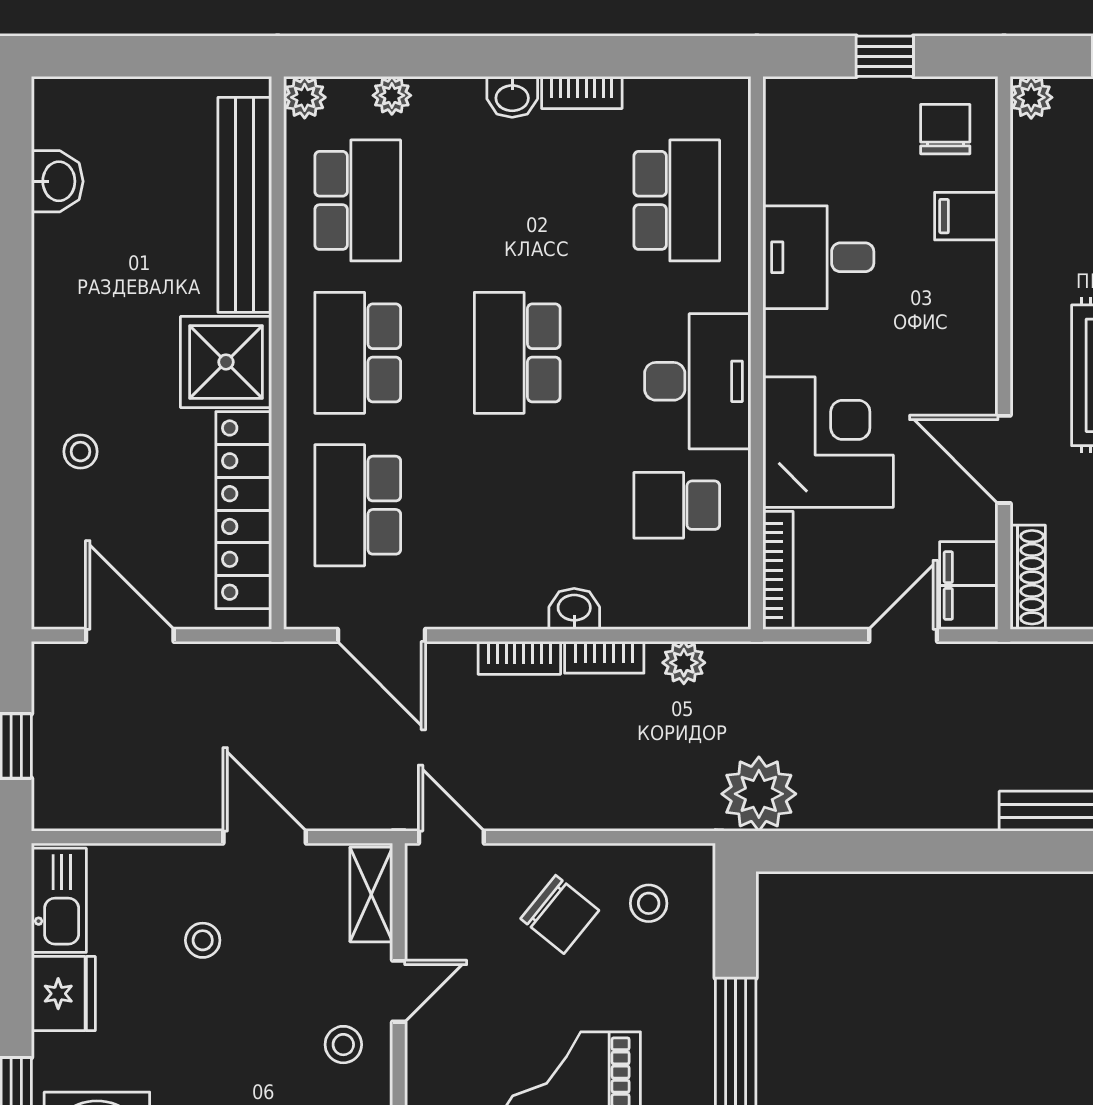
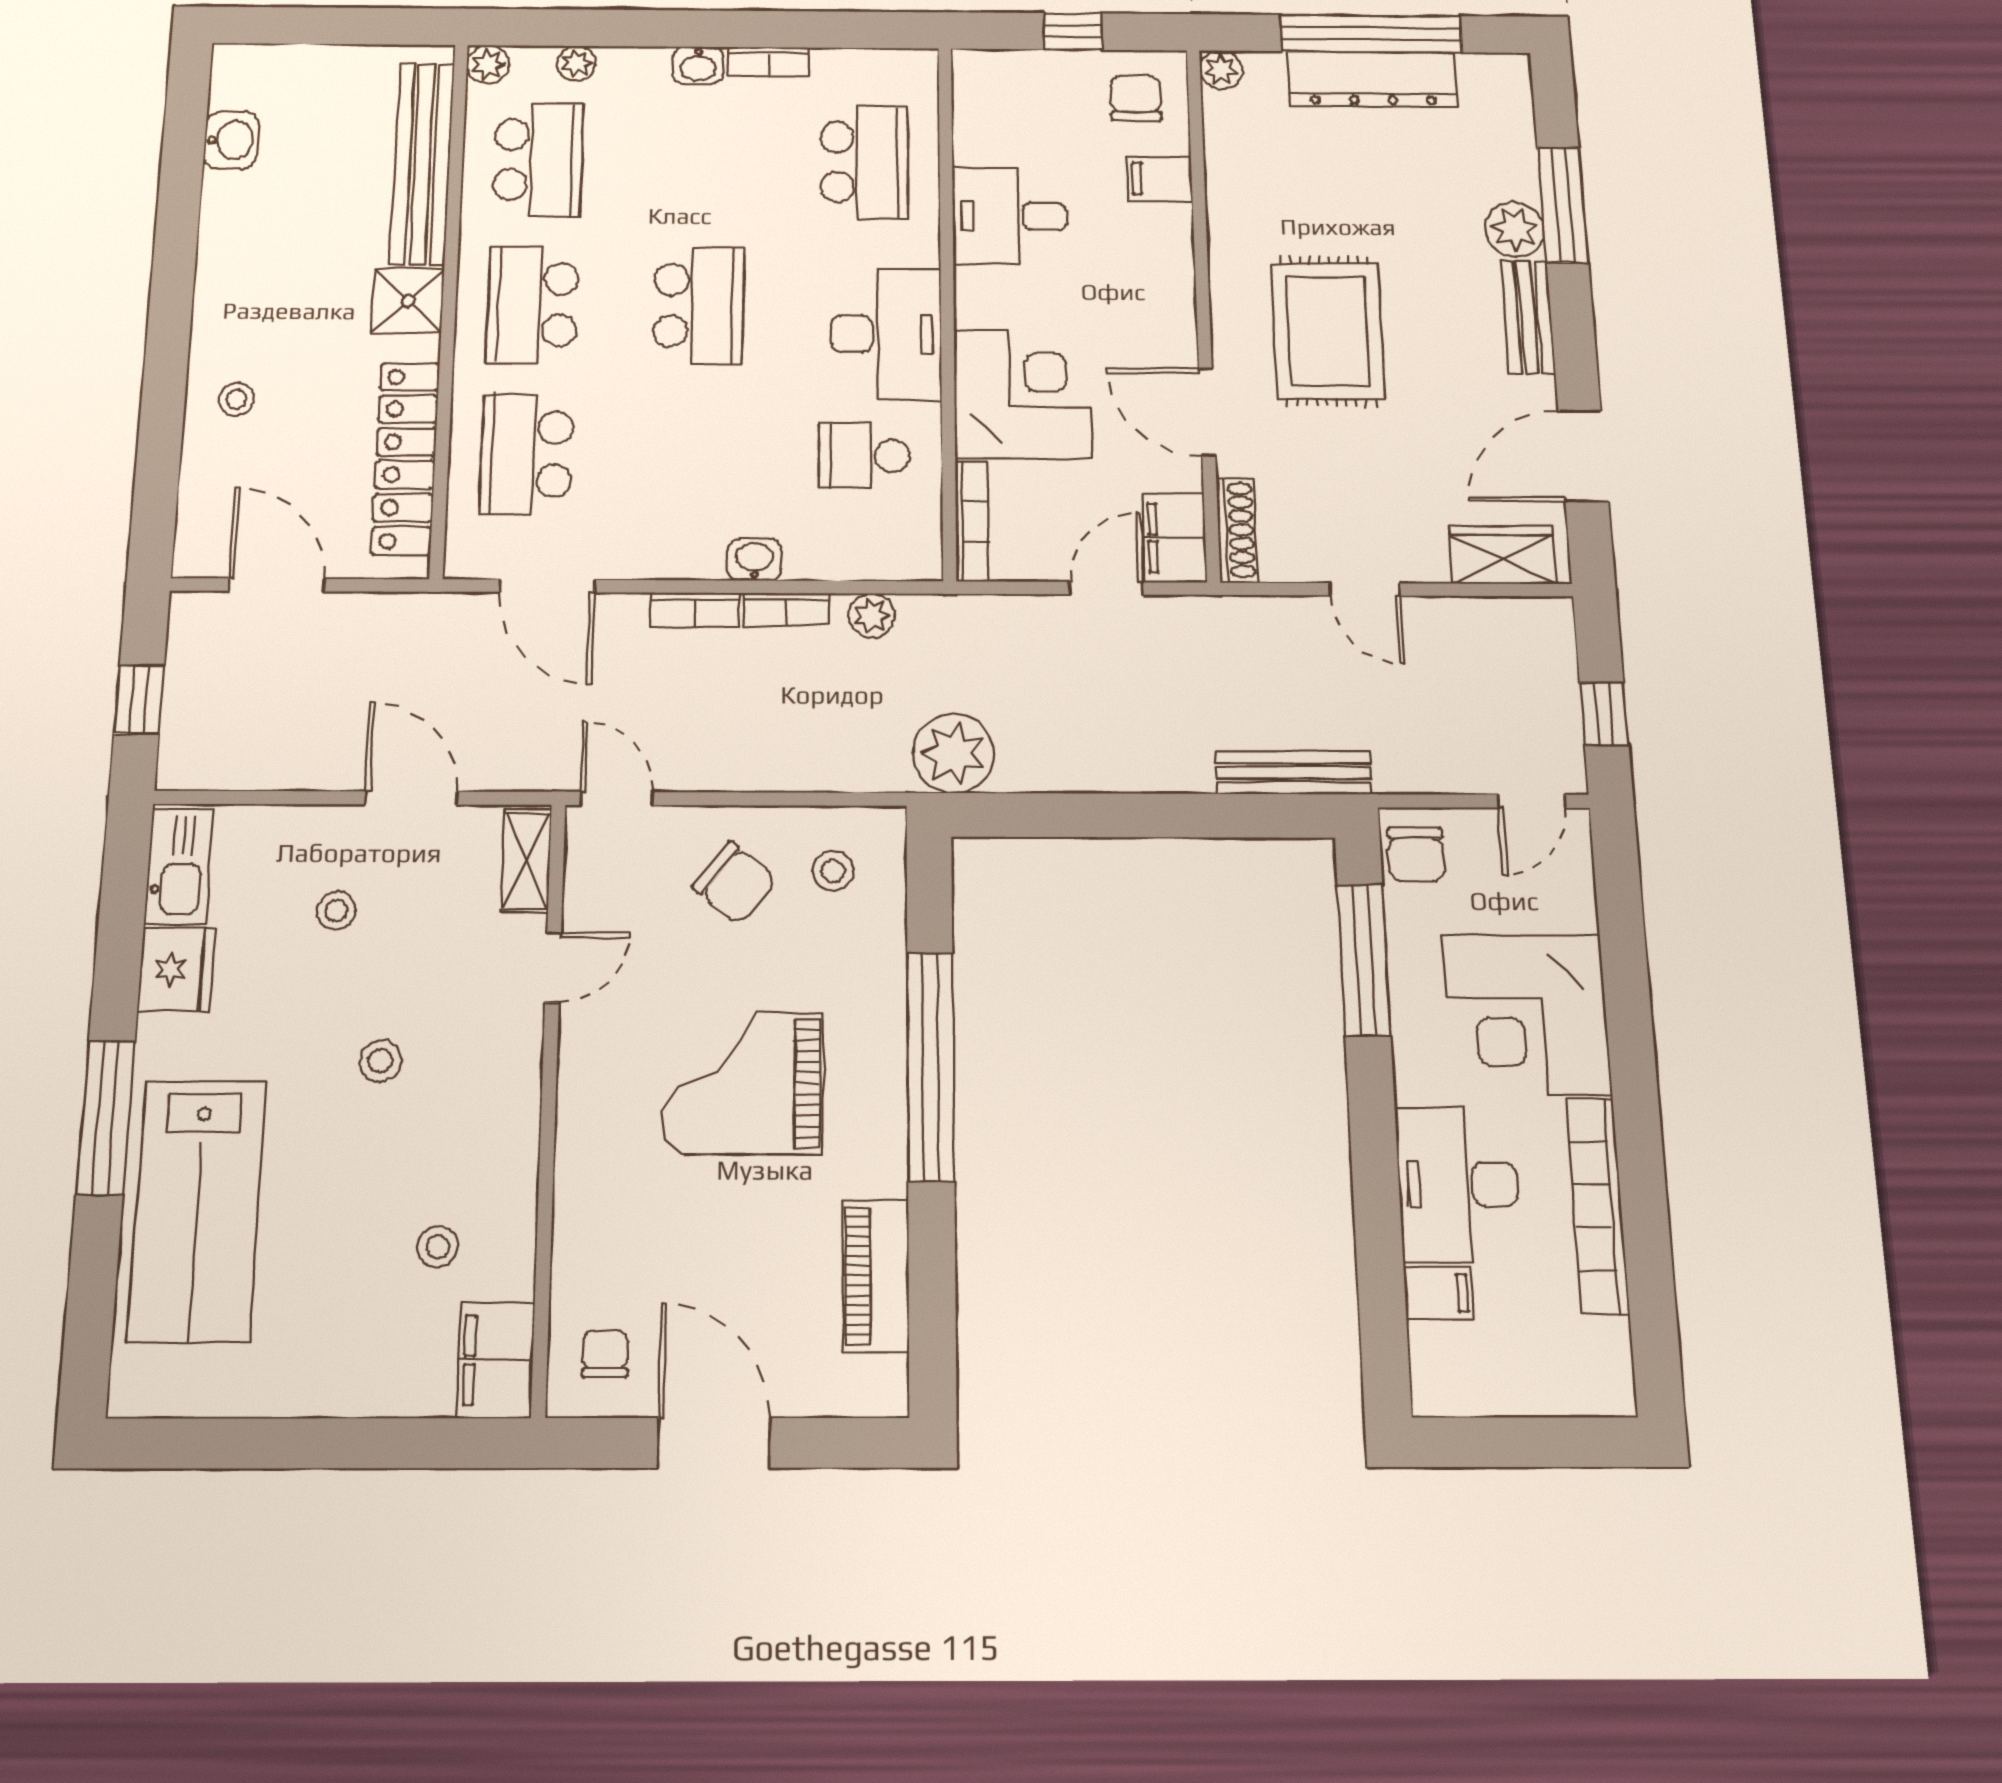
school desk: (517, 353) -> (699, 305), turned 180
shower: (226, 362) -> (408, 301), width x0.73, depth x0.73
stool: (343, 1045) -> (381, 1061), moved

